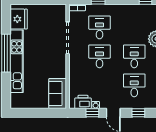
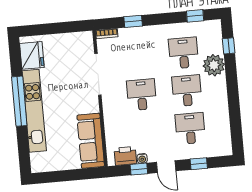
desk: (100, 27) -> (183, 53), moved
sofa: (58, 93) -> (91, 141), width x1.36

